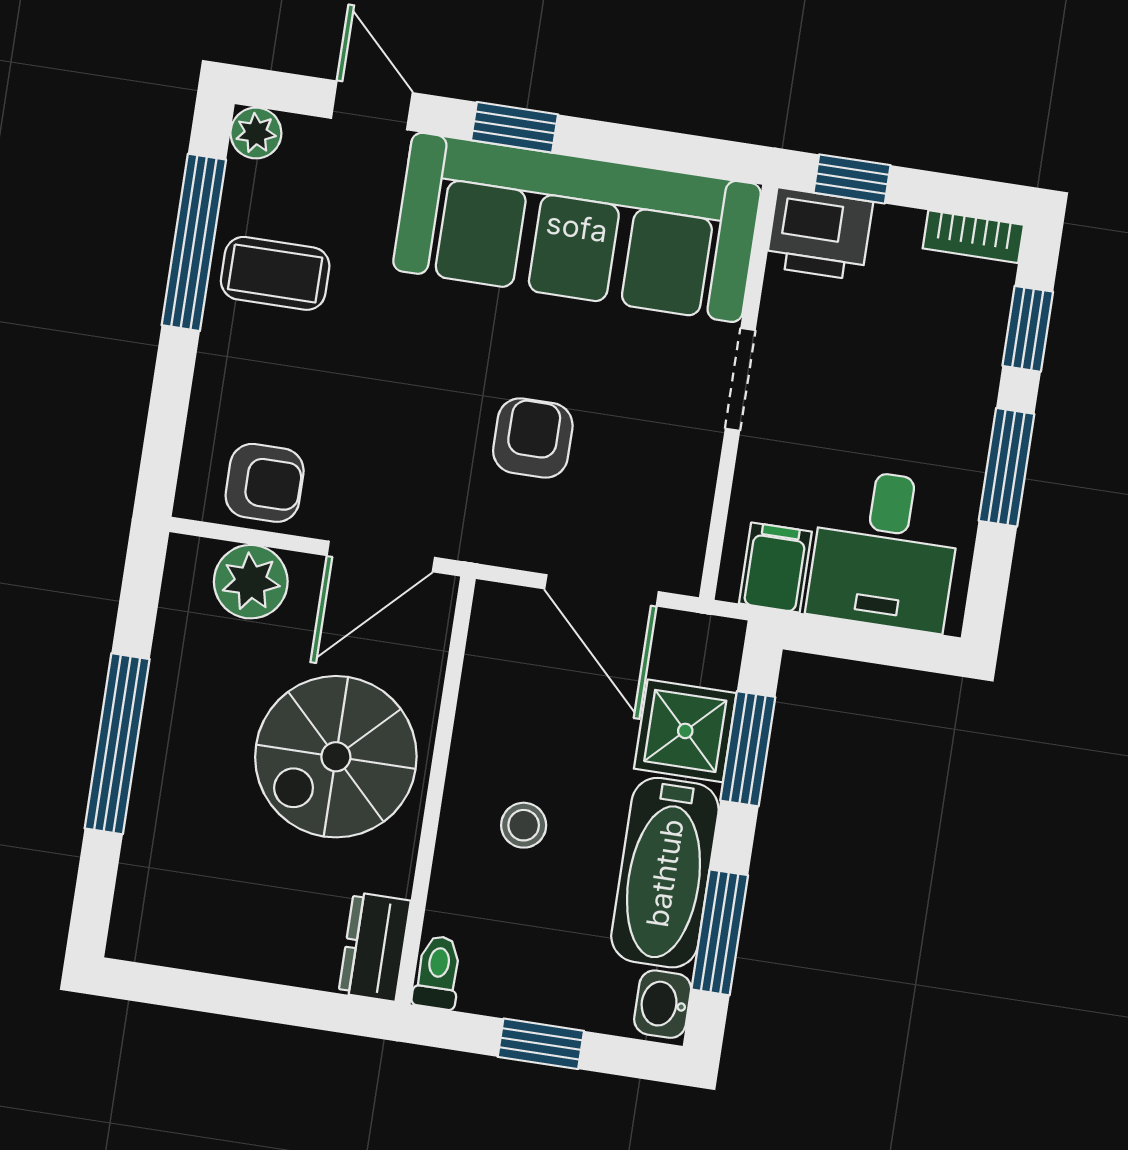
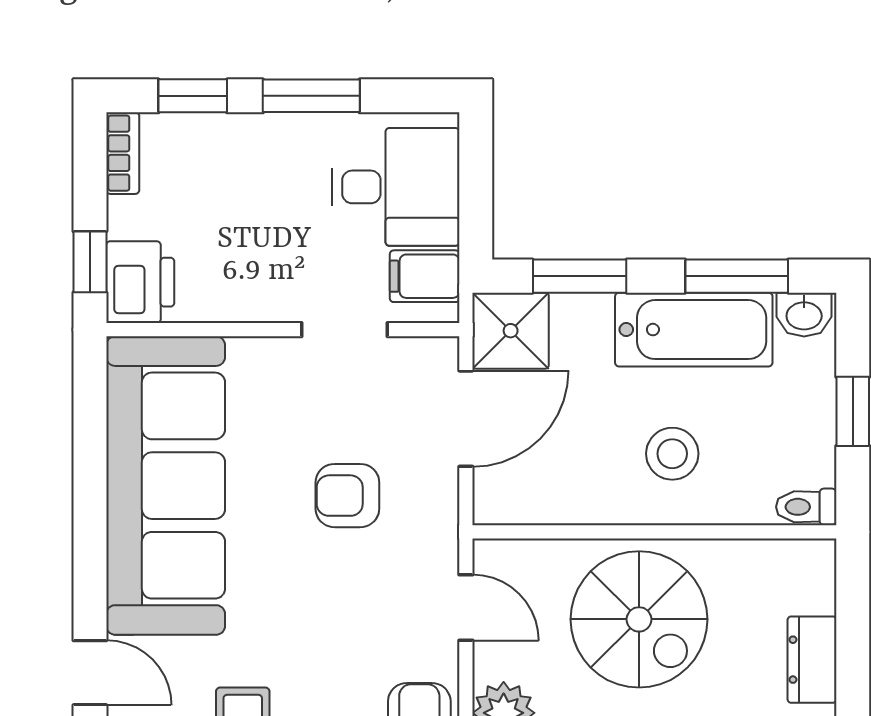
door: (372, 105) -> (90, 673), swing flipped
window: (514, 127) -> (90, 551), removed
doorway: (740, 379) -> (344, 330), moved
door: (381, 557) -> (466, 608), width x0.73
shower: (685, 731) -> (511, 331), moved
stool: (524, 825) -> (672, 454), width x1.37, depth x1.37
dresser: (375, 947) -> (812, 660), moved, turned 90

